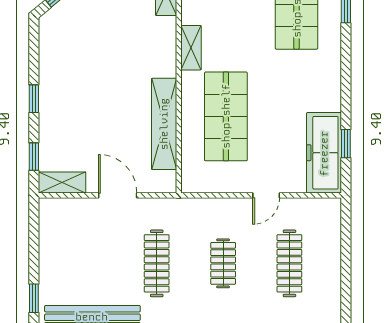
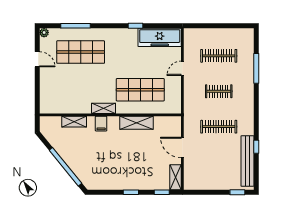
filing cabinet: (163, 43) -> (101, 124), added
shelving: (164, 124) -> (136, 123), width x0.68
window: (346, 144) -> (136, 26), moved
door: (118, 195) -> (182, 148), hinge flipped
door: (266, 195) -> (182, 68), swing flipped

